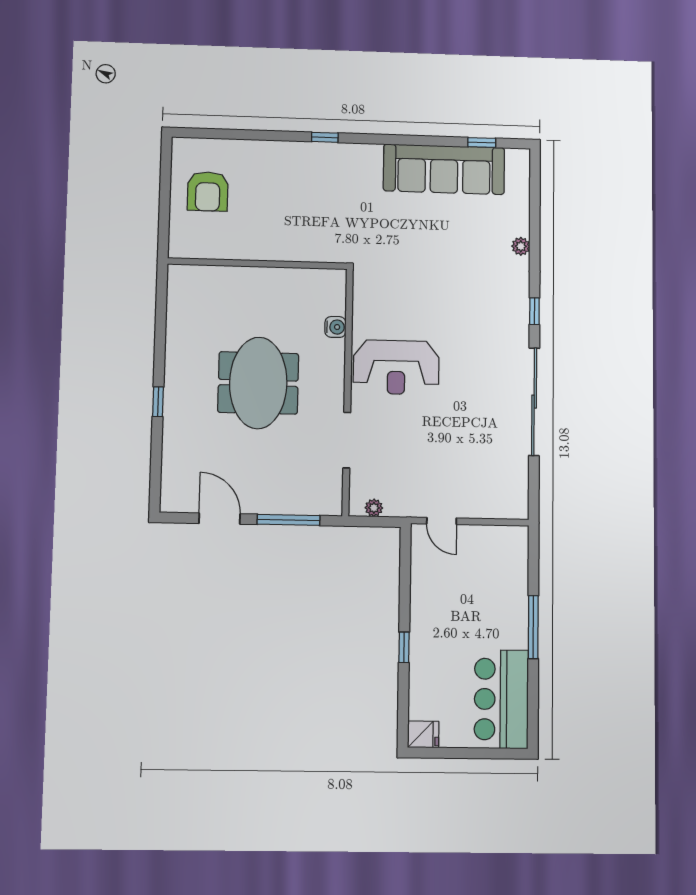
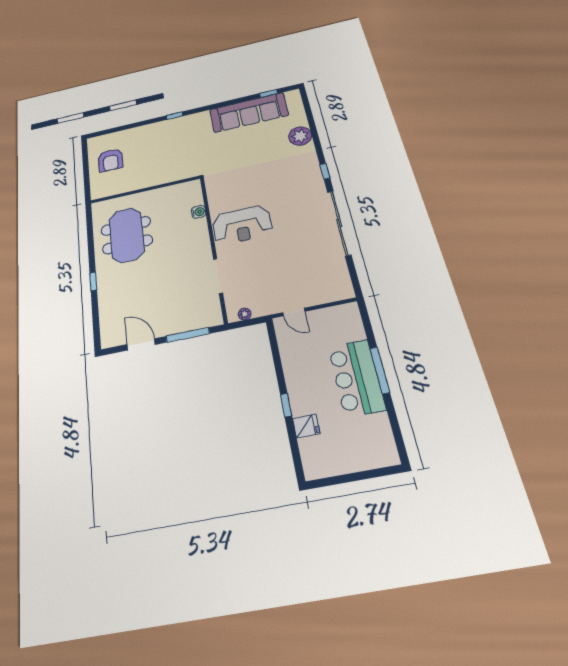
plant: (521, 246) -> (300, 136), width x1.87, depth x1.87
meeting table: (258, 383) -> (127, 235), moved
bar counter: (501, 699) -> (357, 378), moved
fridge: (423, 734) -> (306, 426), moved

